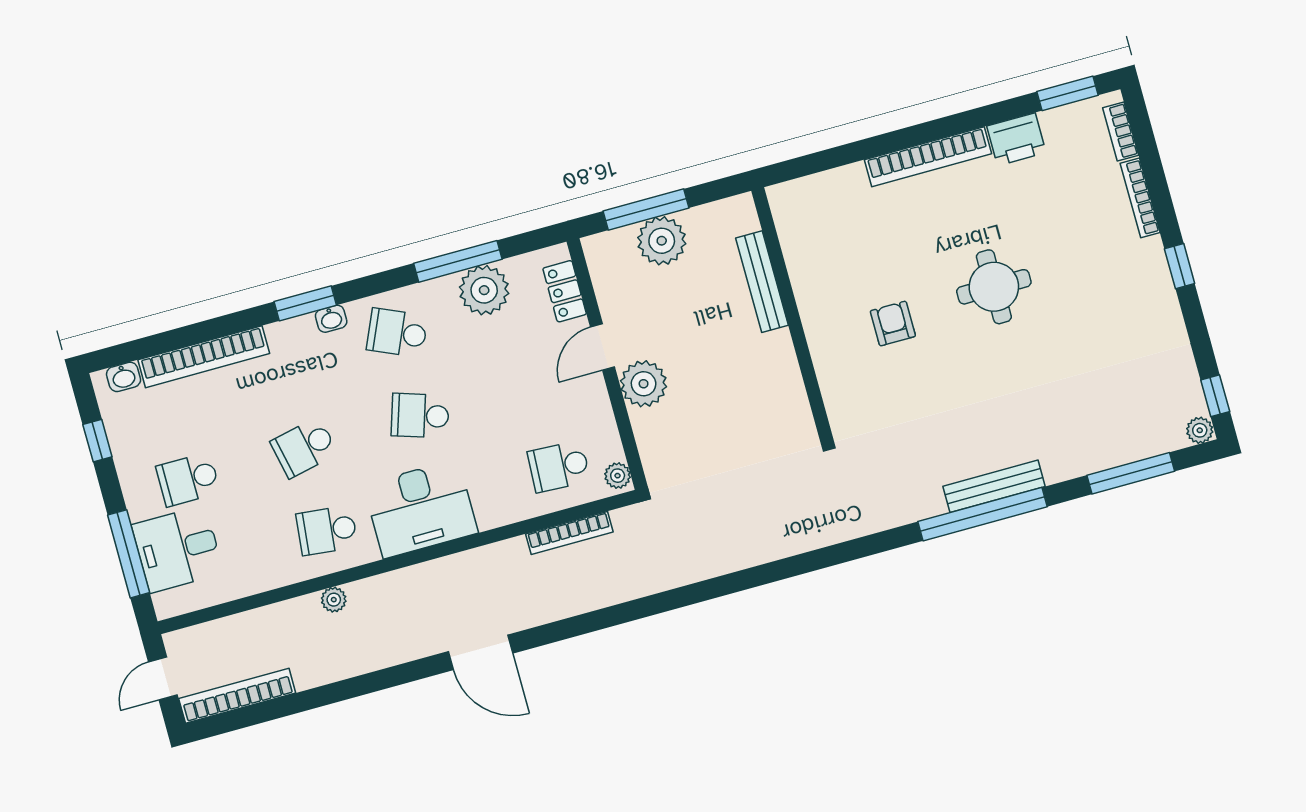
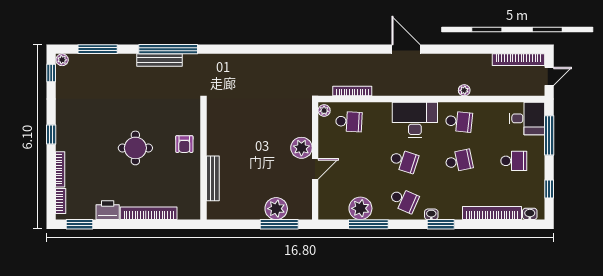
bench: (762, 282) -> (213, 178), moved
locker: (565, 291) -> (325, 198), removed
wall: (792, 313) -> (203, 161), moved
desk: (178, 549) -> (527, 118), moved

